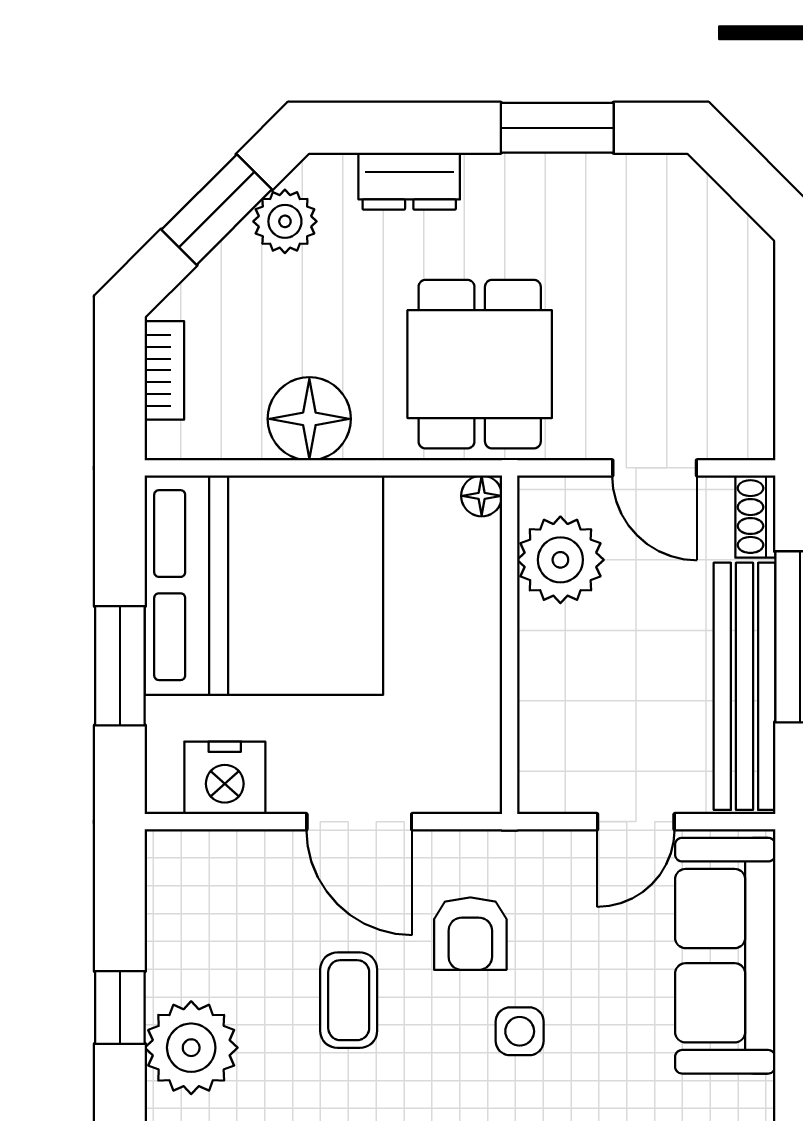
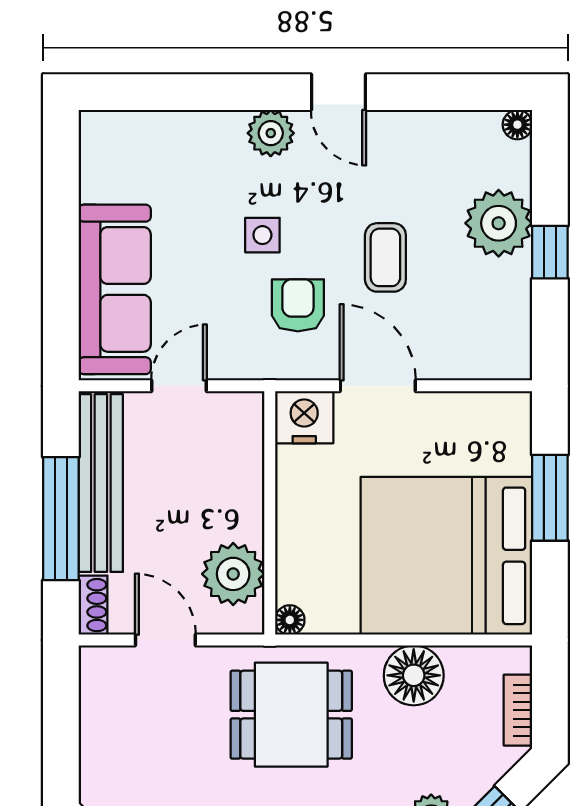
dining table: (480, 364) -> (291, 715), turned 90
nightstand: (225, 778) -> (304, 417), moved

